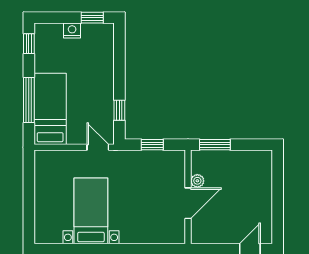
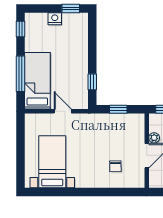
door: (98, 147) -> (63, 111), moved
bed with nightstands: (91, 211) -> (52, 162), moved
chair: (149, 217) -> (115, 166), added

